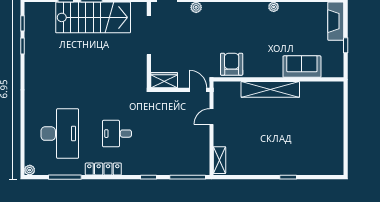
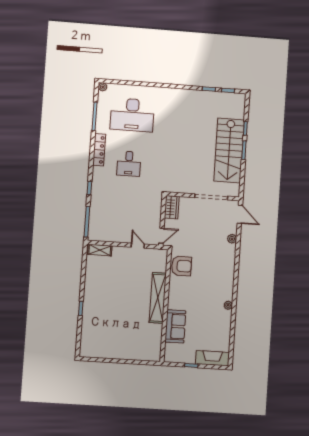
desk: (117, 134) -> (129, 164), turned 180

